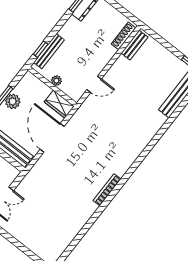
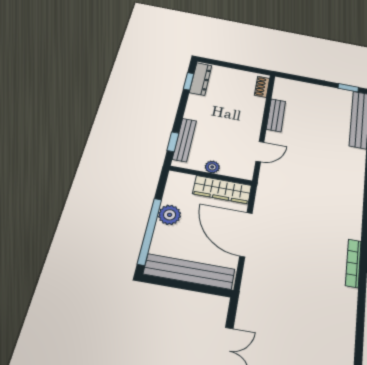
shoe rack: (123, 36) -> (262, 87), width x0.70
bench: (135, 45) -> (276, 115), moved
wardrobe: (59, 104) -> (222, 190), width x1.50

